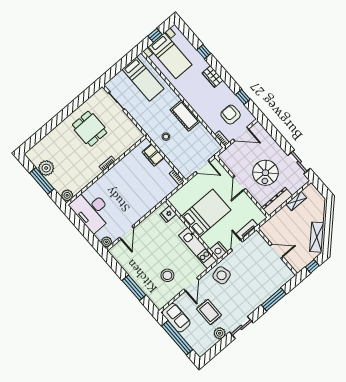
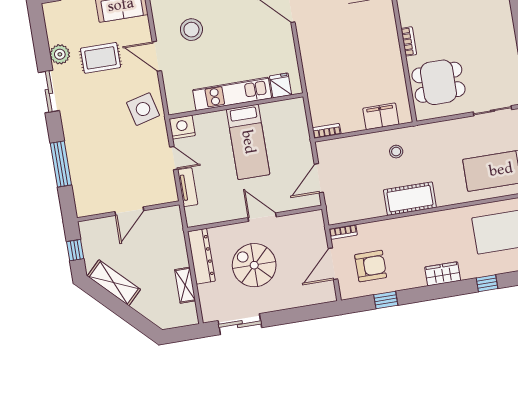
dining table: (90, 129) -> (438, 82), moved
bed: (206, 213) -> (248, 142), width x0.67
kitchen unit: (198, 248) -> (232, 94), moved

